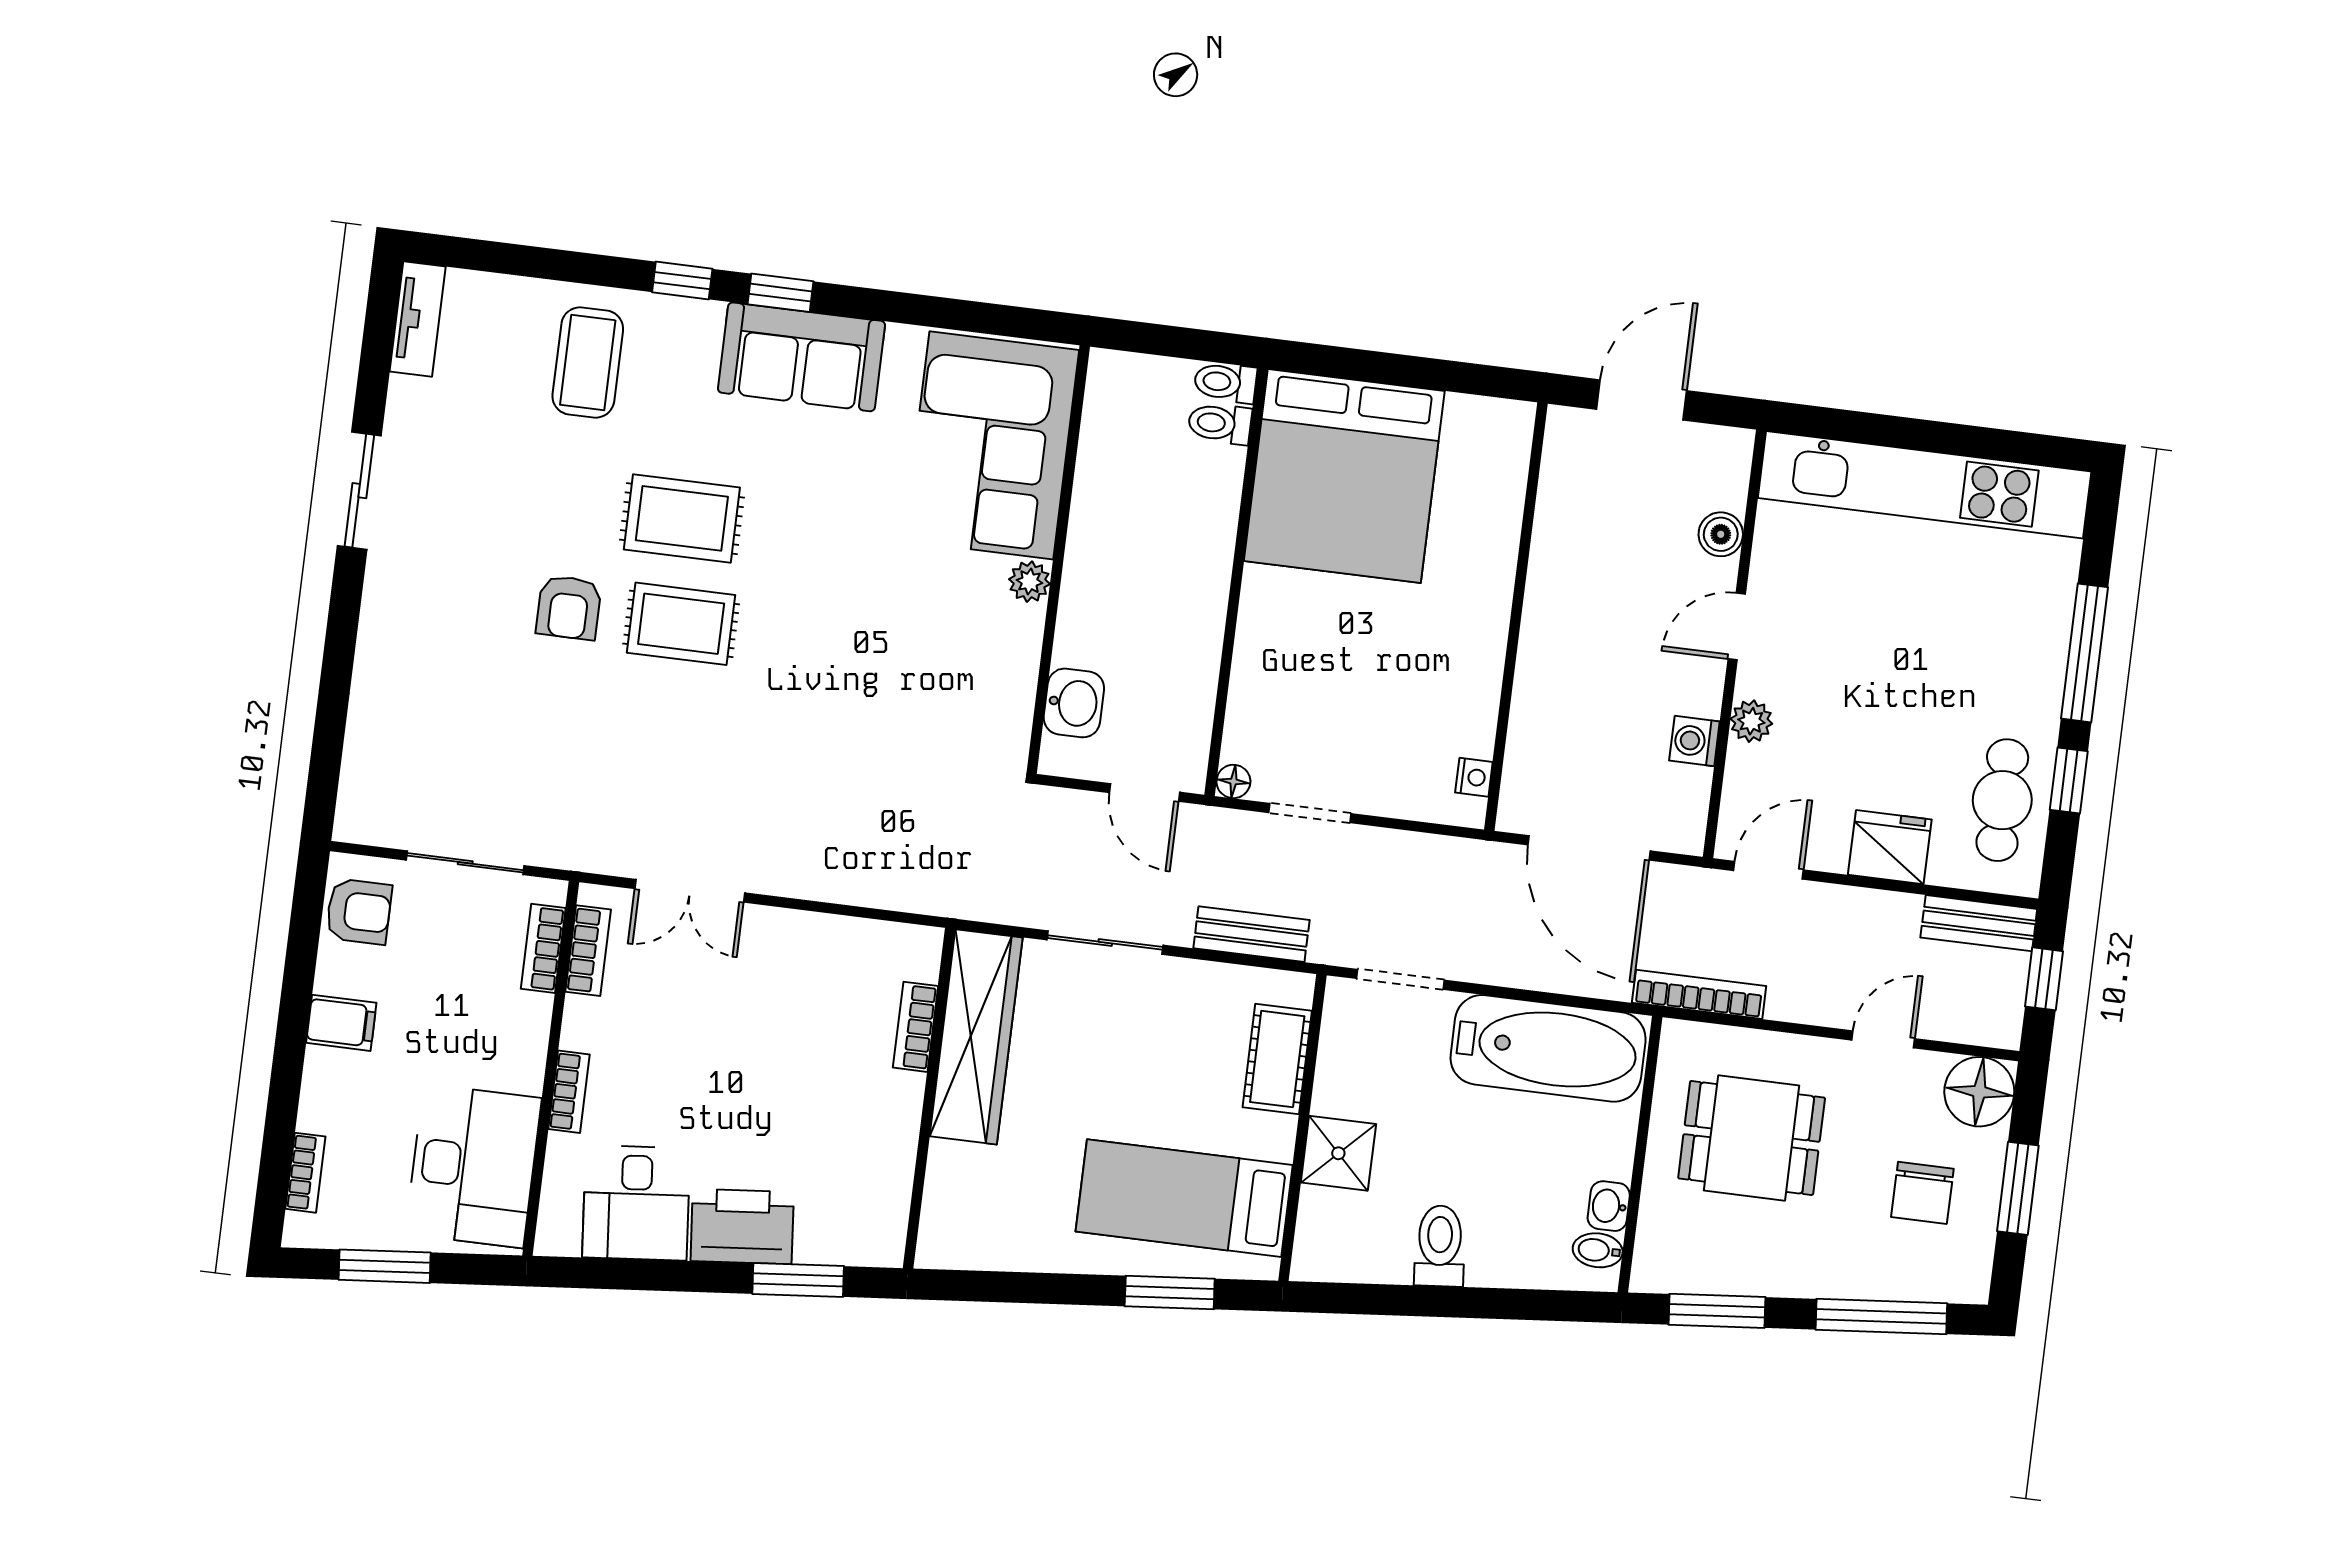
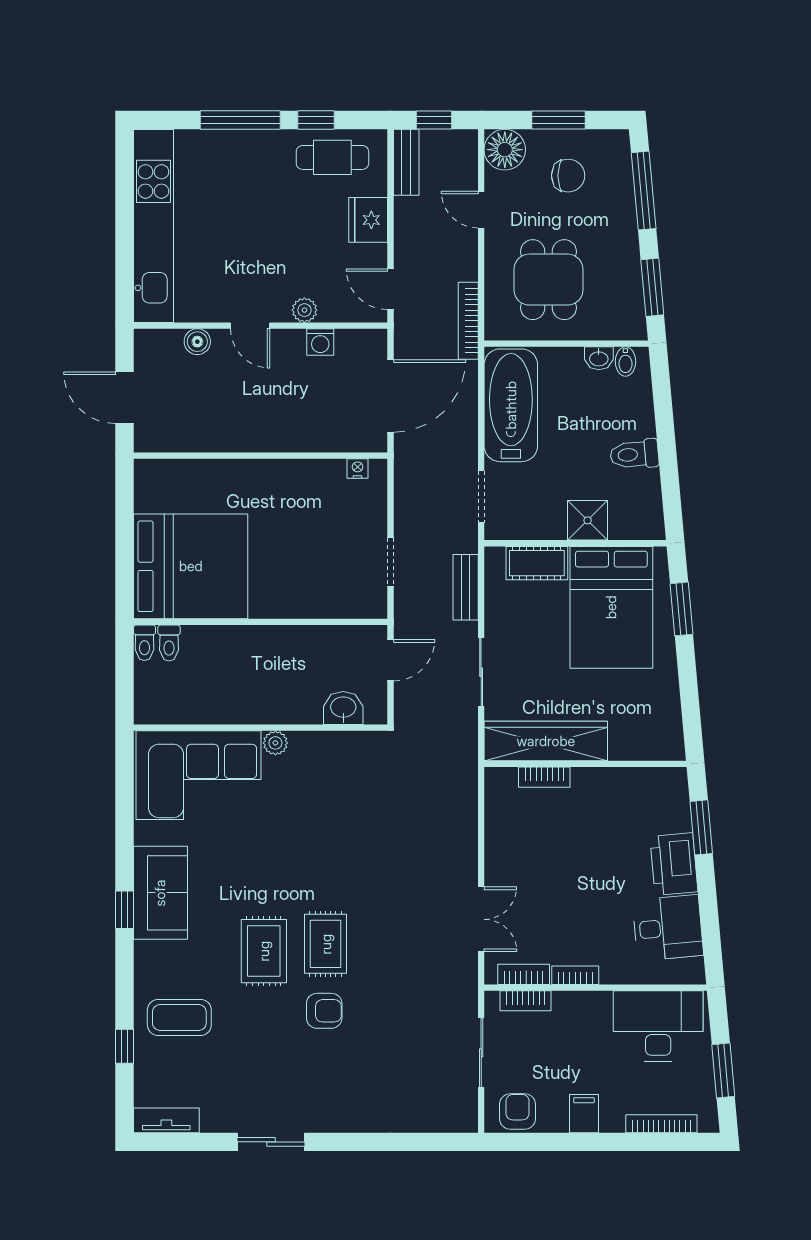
window: (682, 280) -> (124, 1046), moved
floor lamp: (1233, 781) -> (378, 609), removed
bookcase: (569, 1092) -> (575, 975), moved
bookcase: (305, 1173) -> (661, 1124), width x1.56
bed: (1184, 1198) -> (611, 607), width x1.50

